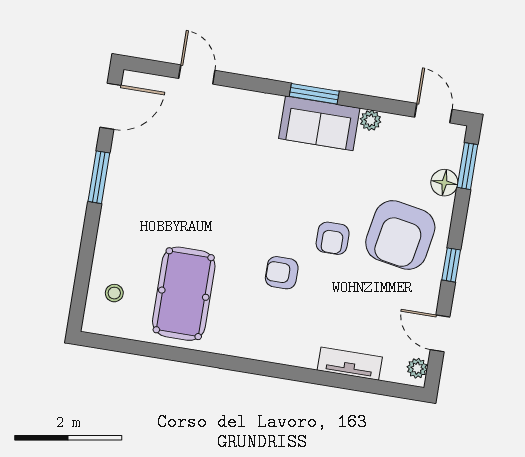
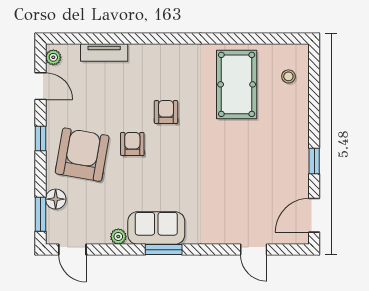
window: (99, 177) -> (314, 161), width x0.67
armchair: (282, 273) -> (166, 112), turned -90

